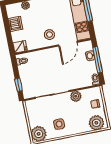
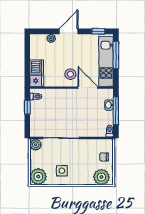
dishwasher: (15, 24) -> (37, 67), moved
door: (68, 44) -> (88, 88), swing flipped
window: (19, 85) -> (27, 107), moved
plant: (76, 96) -> (36, 145), moved

